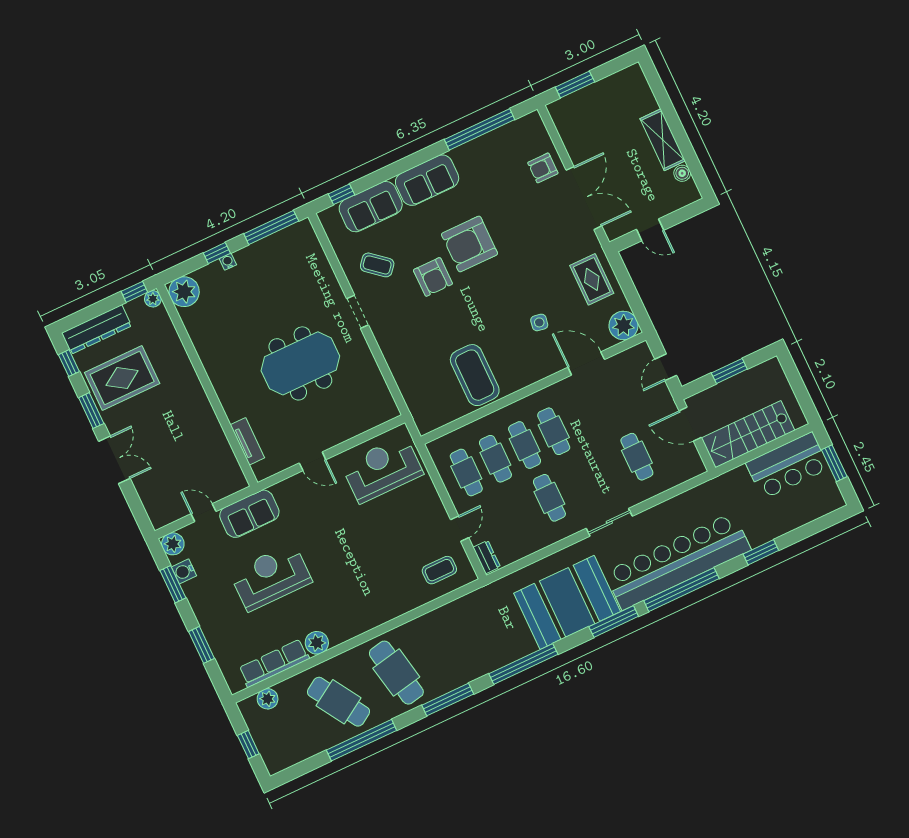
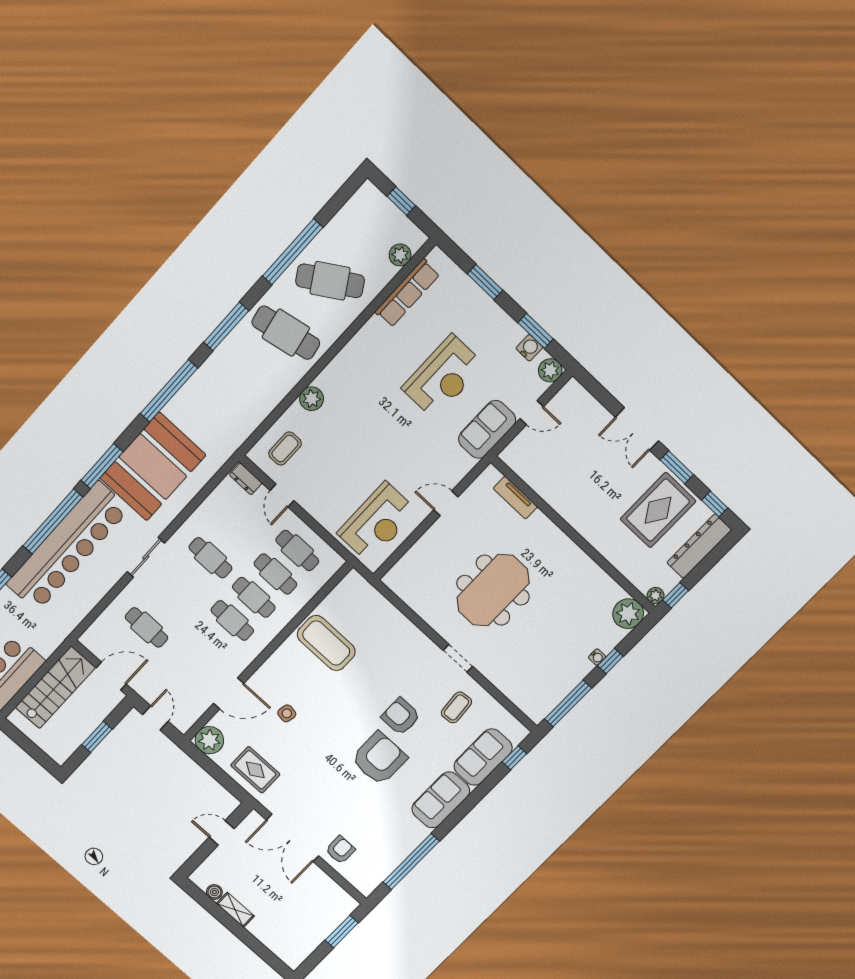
shelving: (663, 140) -> (235, 910), width x0.67, depth x0.75
coffee table: (377, 265) -> (456, 707), turned -45
plant: (317, 643) -> (312, 399), moved

